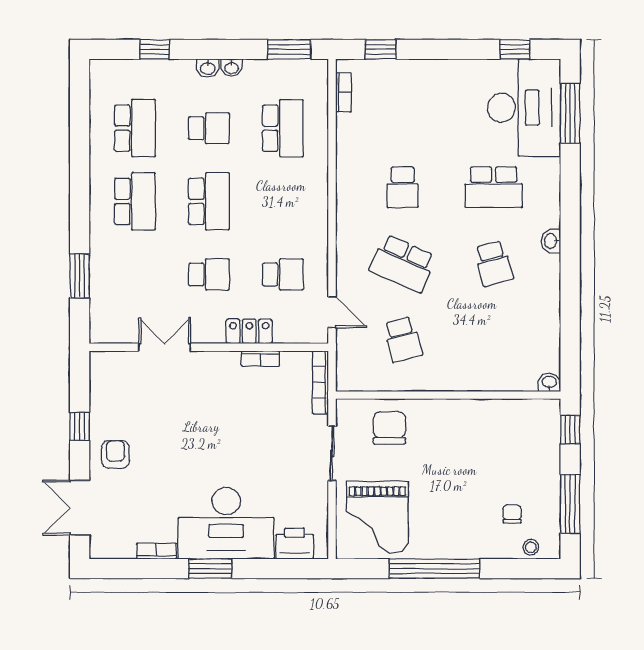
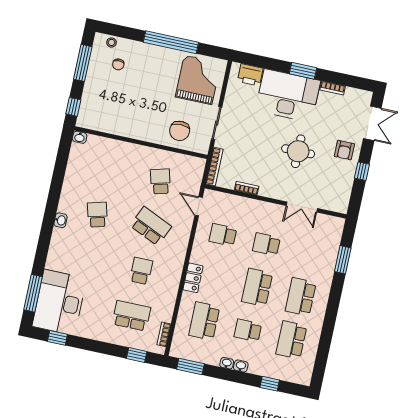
school desk: (493, 187) -> (131, 316), moved
locker: (249, 331) -> (193, 278), moved, turned -90
round table: (190, 436) -> (298, 151), added

